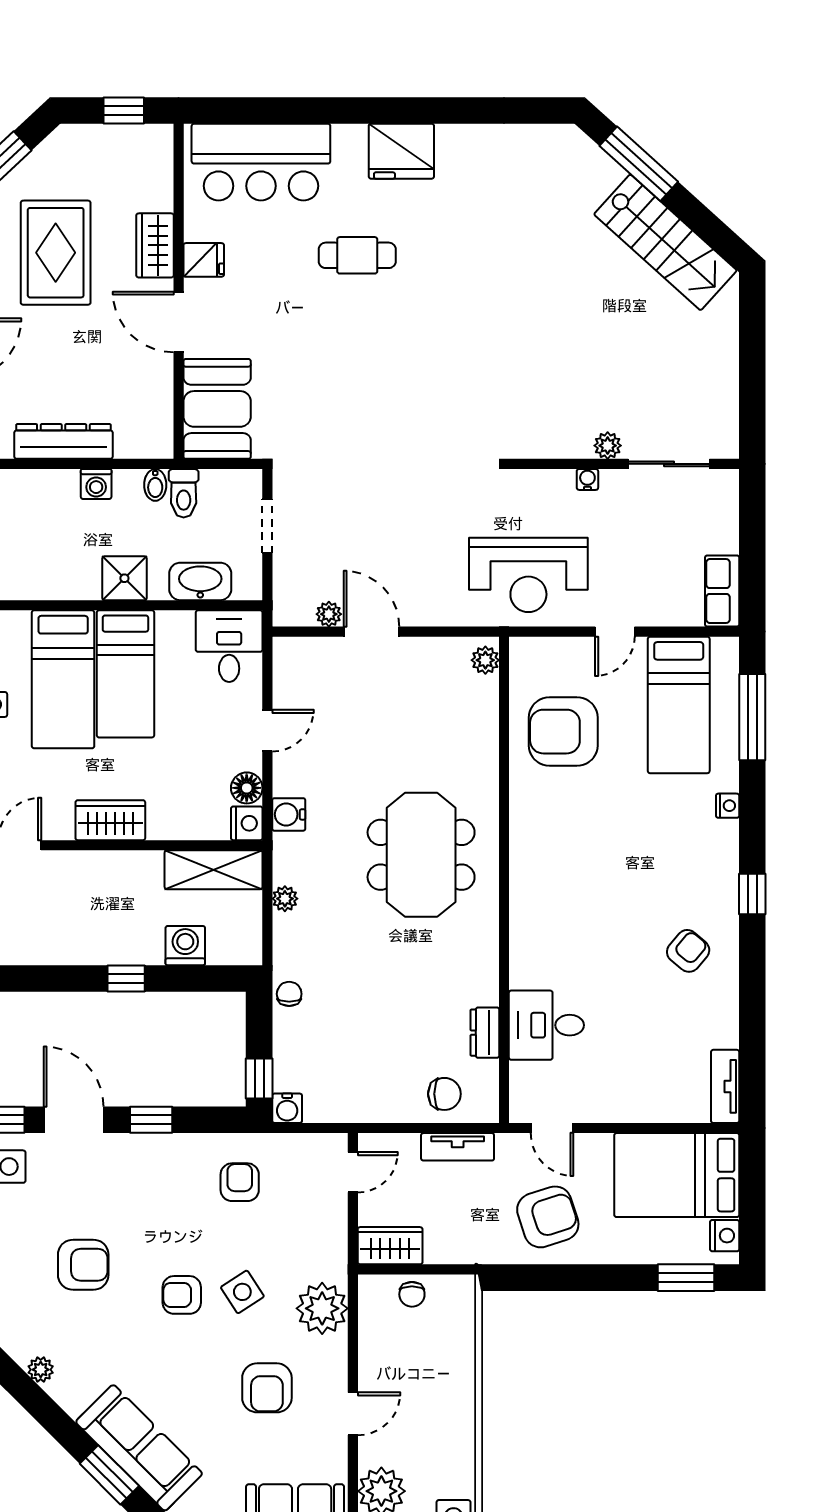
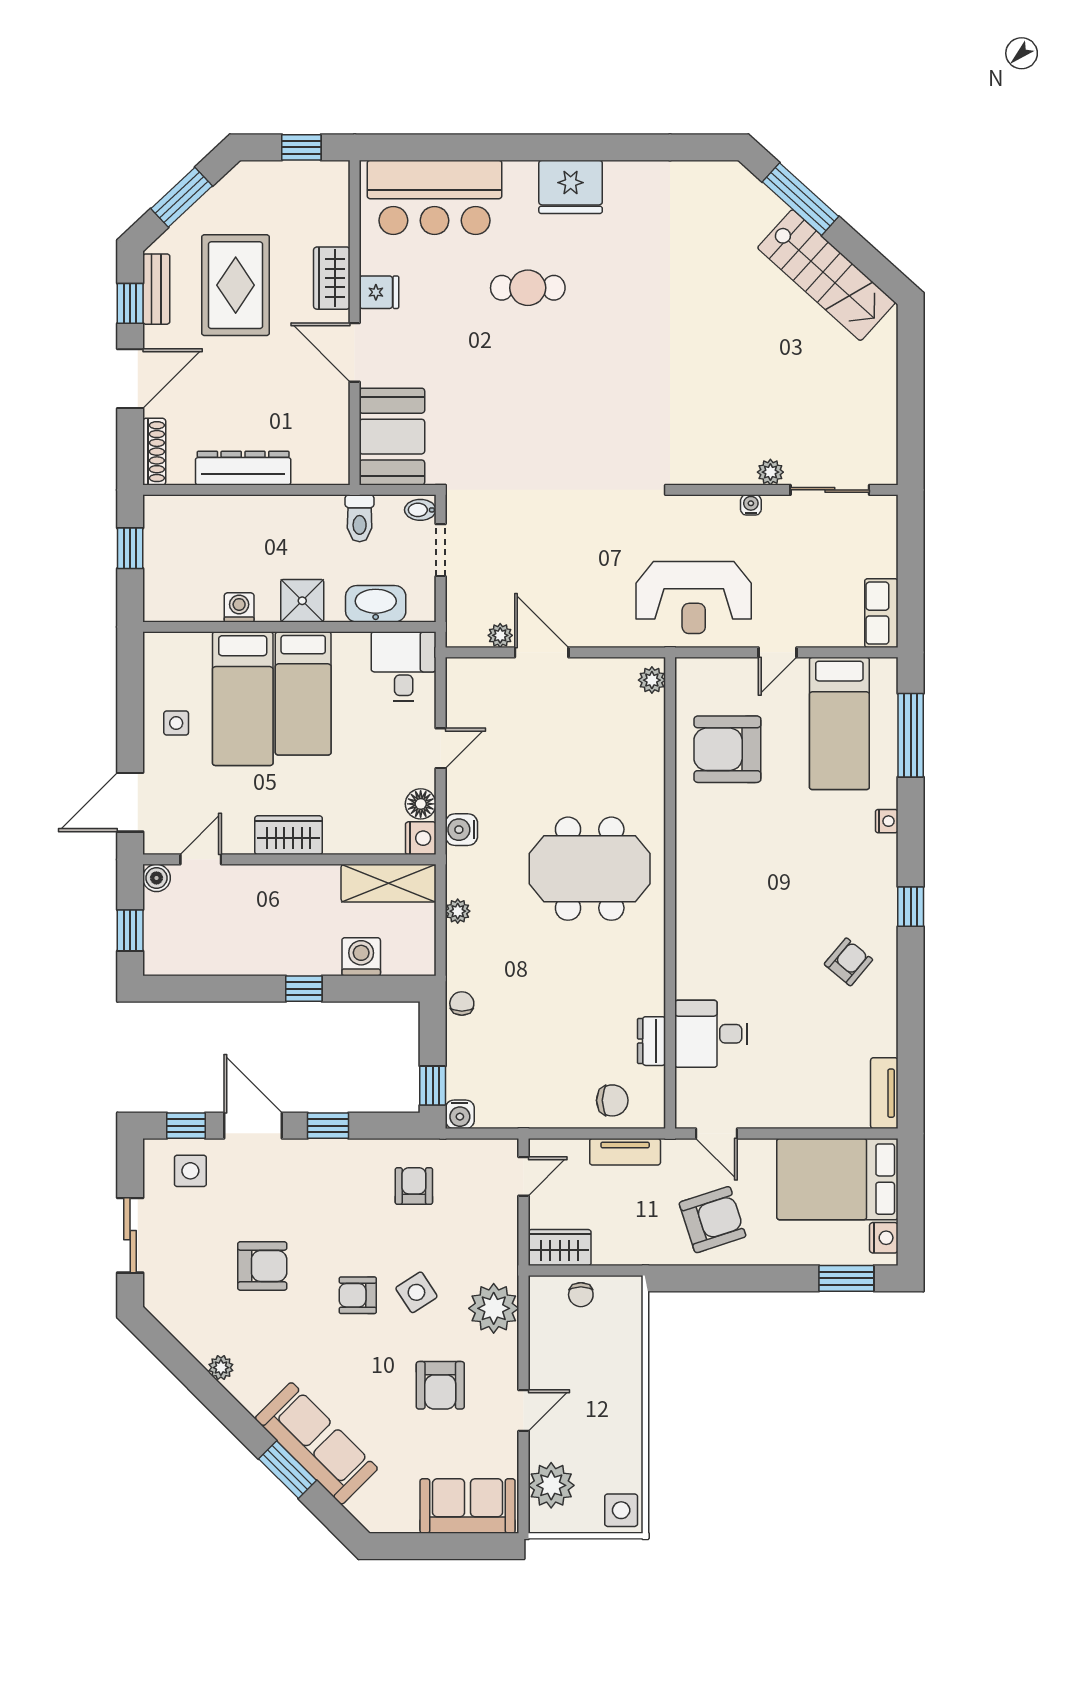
washing machine: (96, 484) -> (239, 607), moved, turned 180
bidet: (155, 485) -> (420, 510), moved, turned 90
meeting table: (421, 855) -> (590, 869), turned 90

